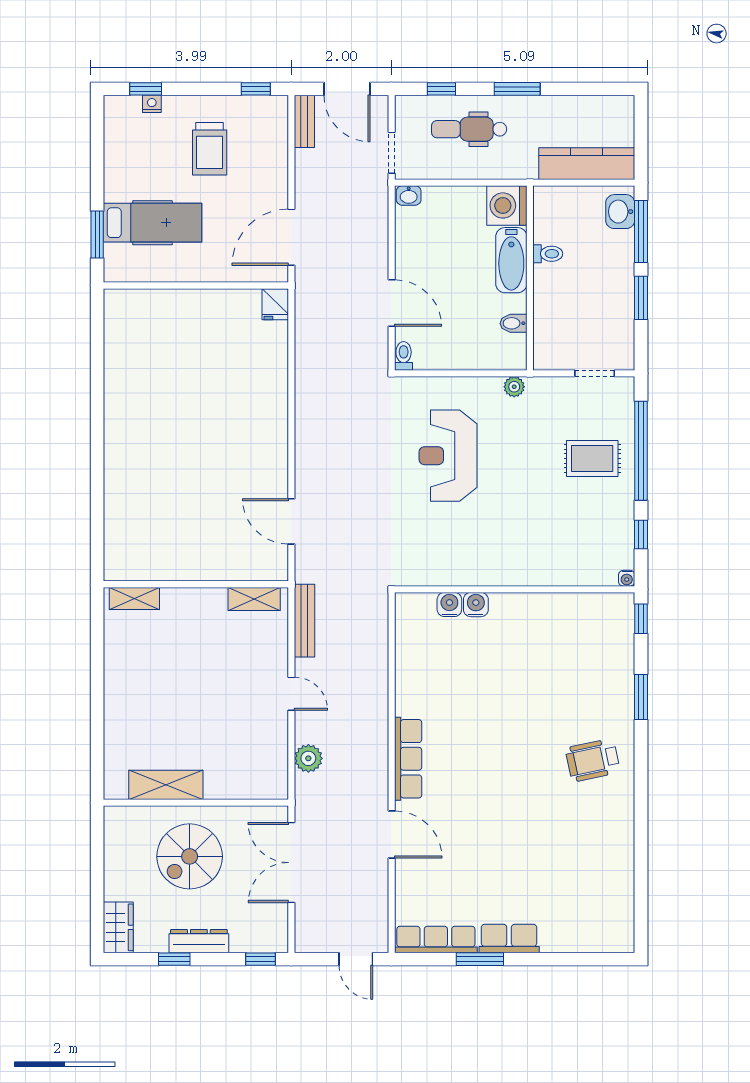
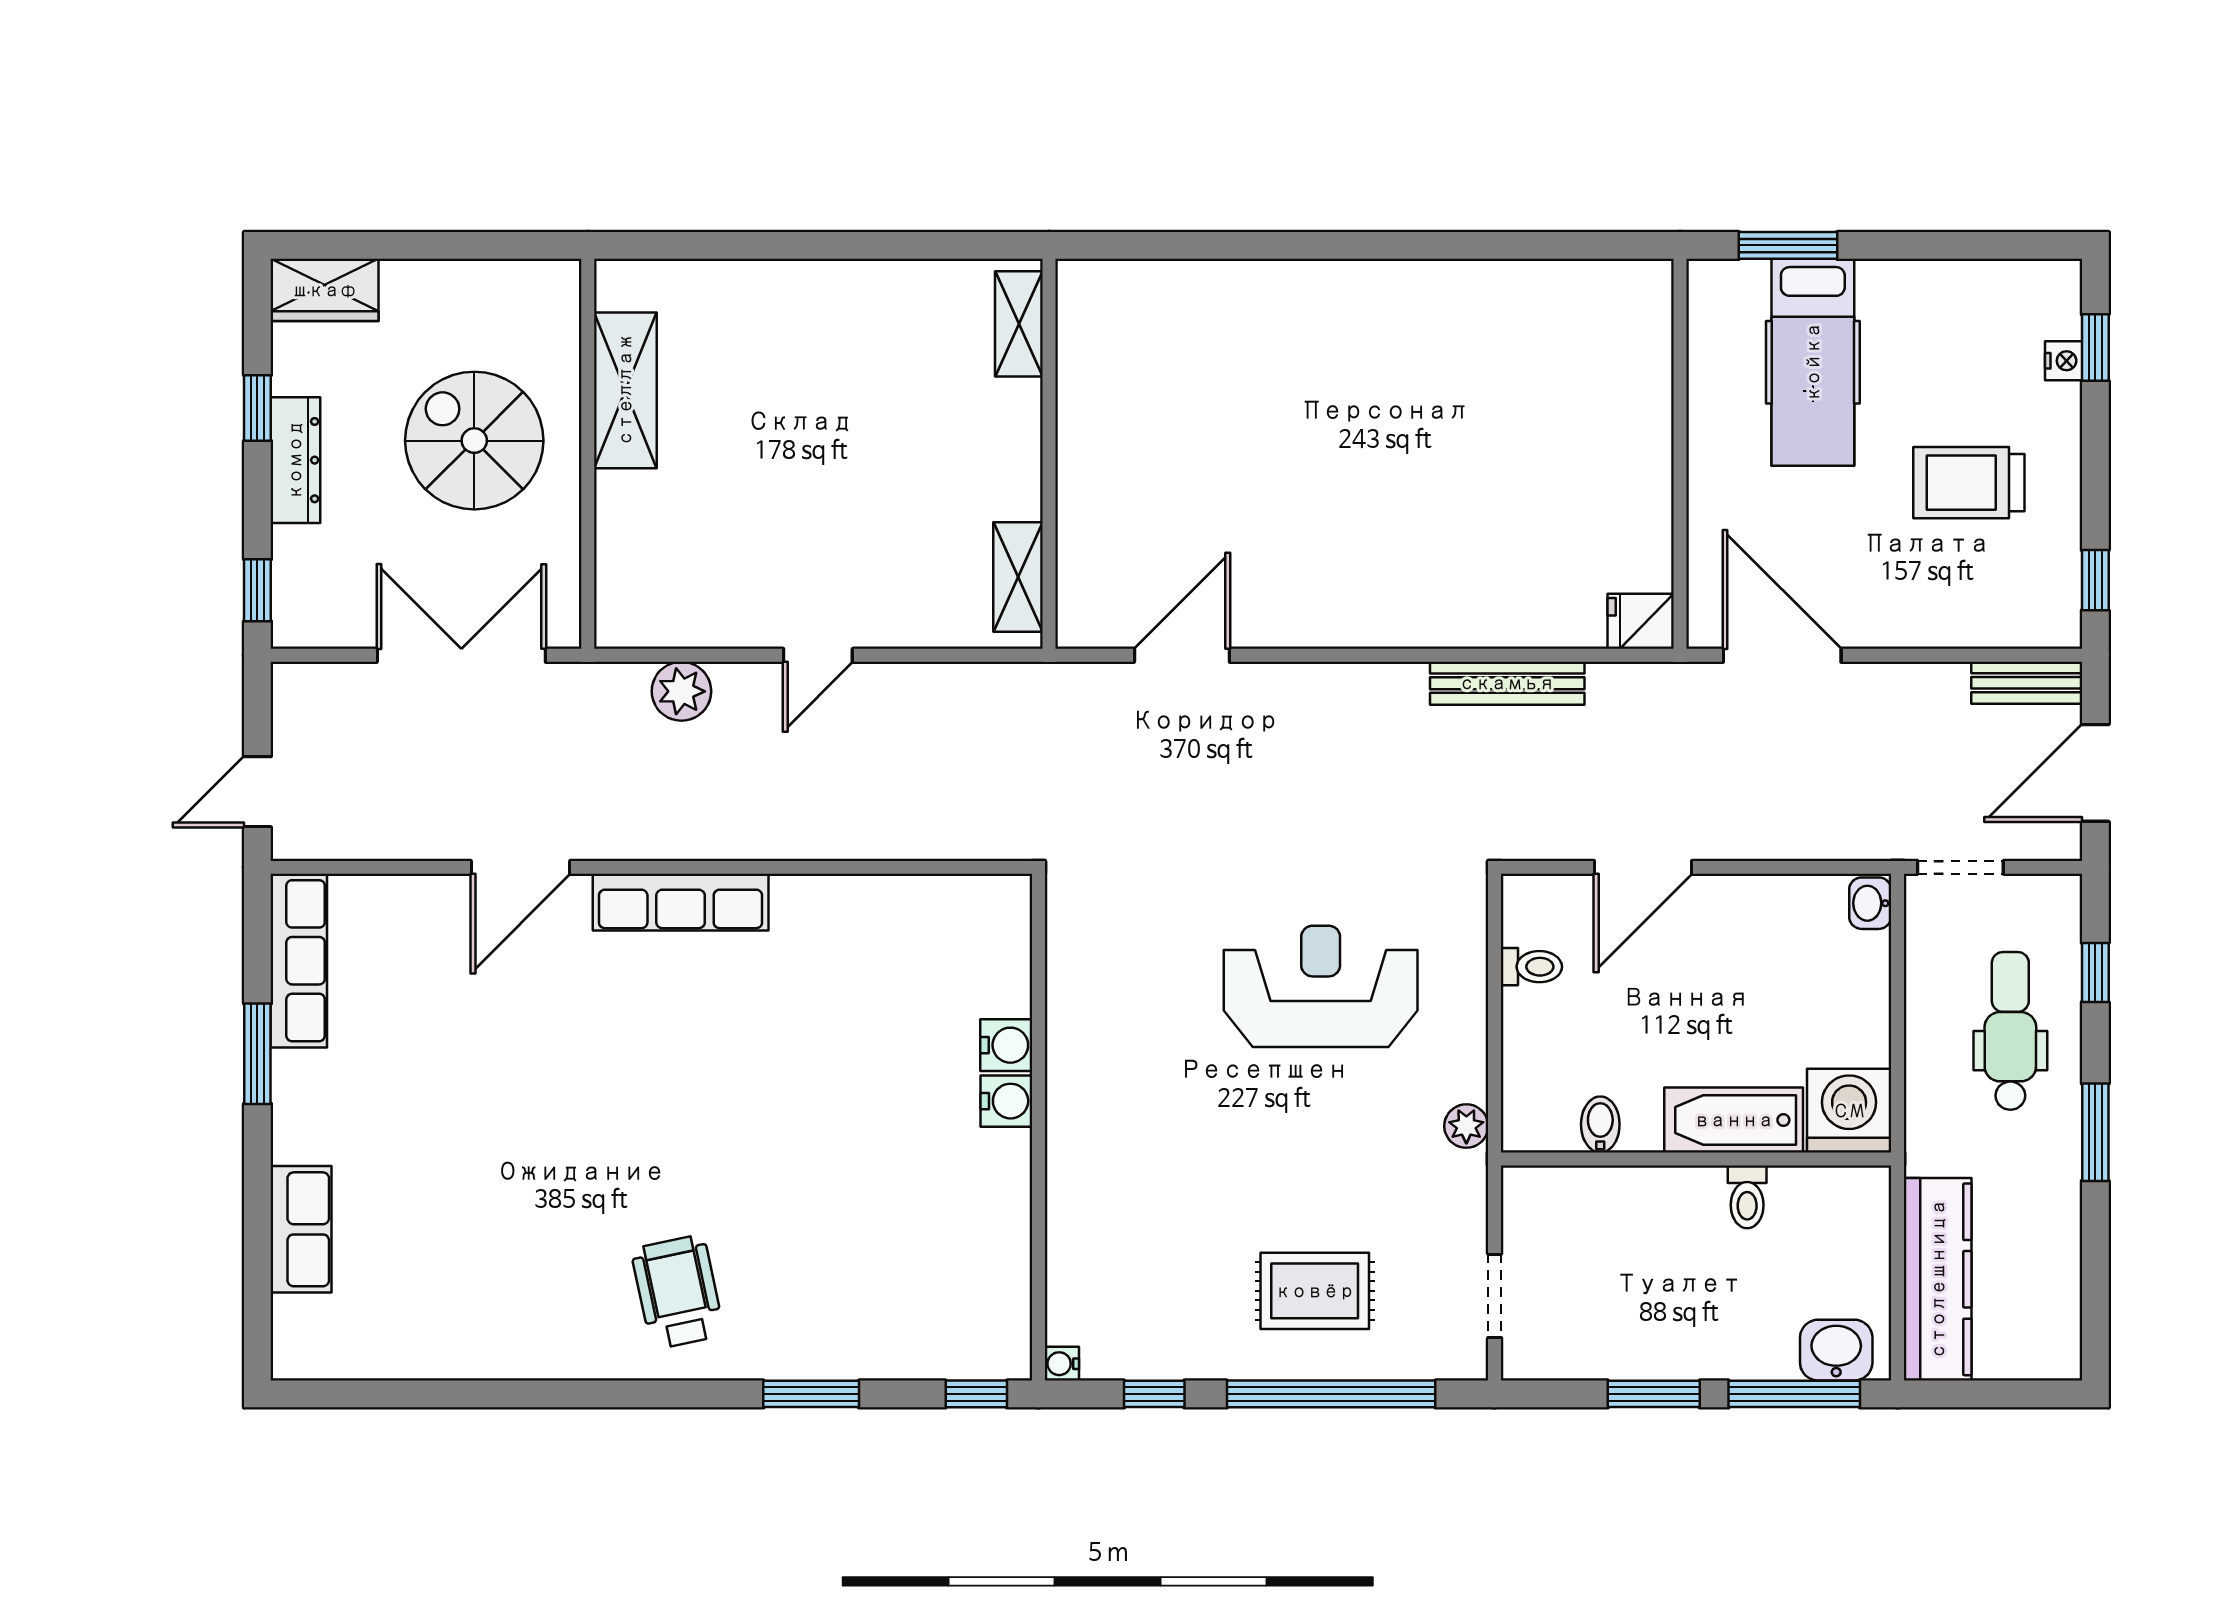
toilet: (404, 356) -> (1531, 967), moved
rug: (592, 458) -> (1315, 1291), turned 90
water cooler: (449, 604) -> (1006, 1101), moved
bench: (305, 621) -> (1507, 683), moved
row of seats: (509, 938) -> (301, 1229), moved

